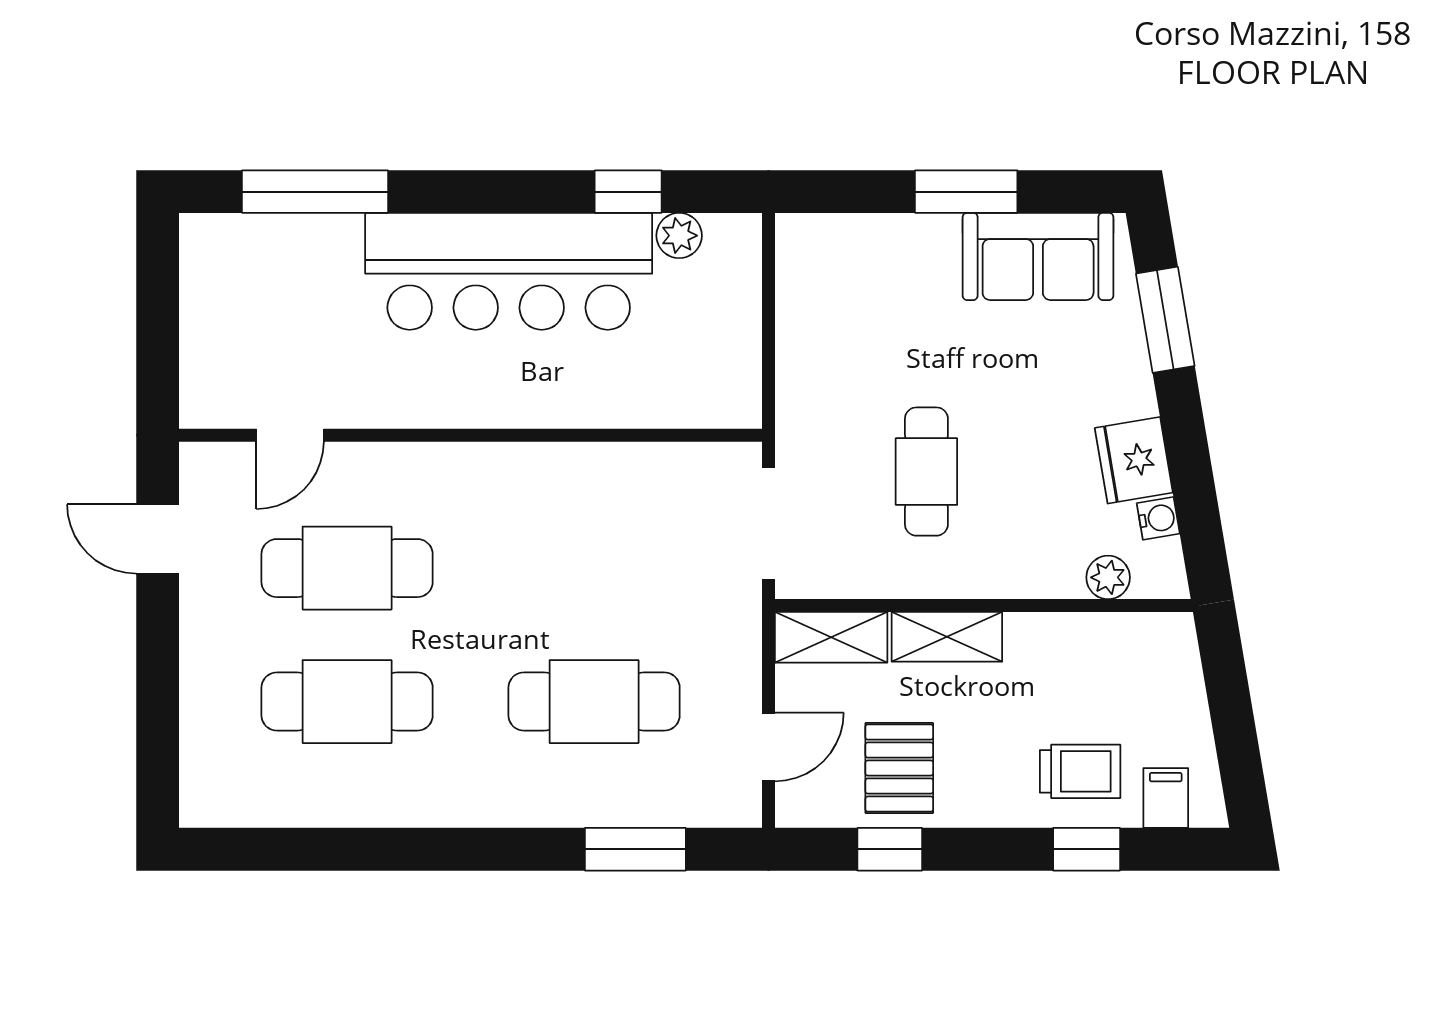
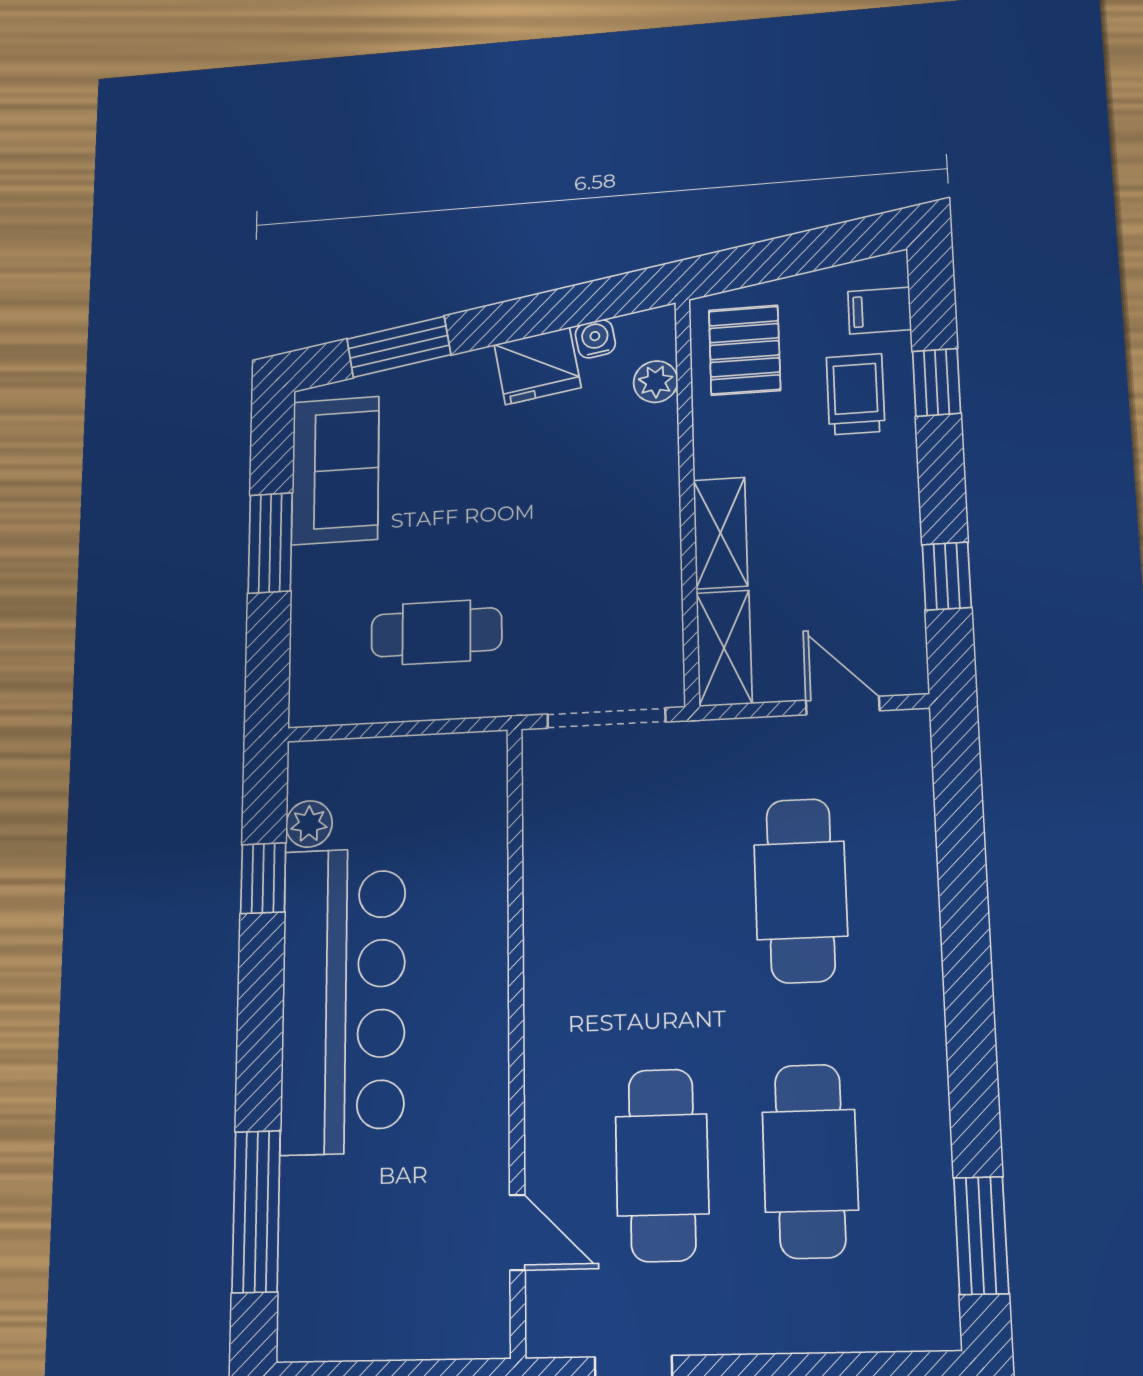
cafe table: (926, 472) -> (436, 632), moved
pallet: (899, 768) -> (745, 350), moved, turned 90
window: (635, 849) -> (981, 1235), moved

